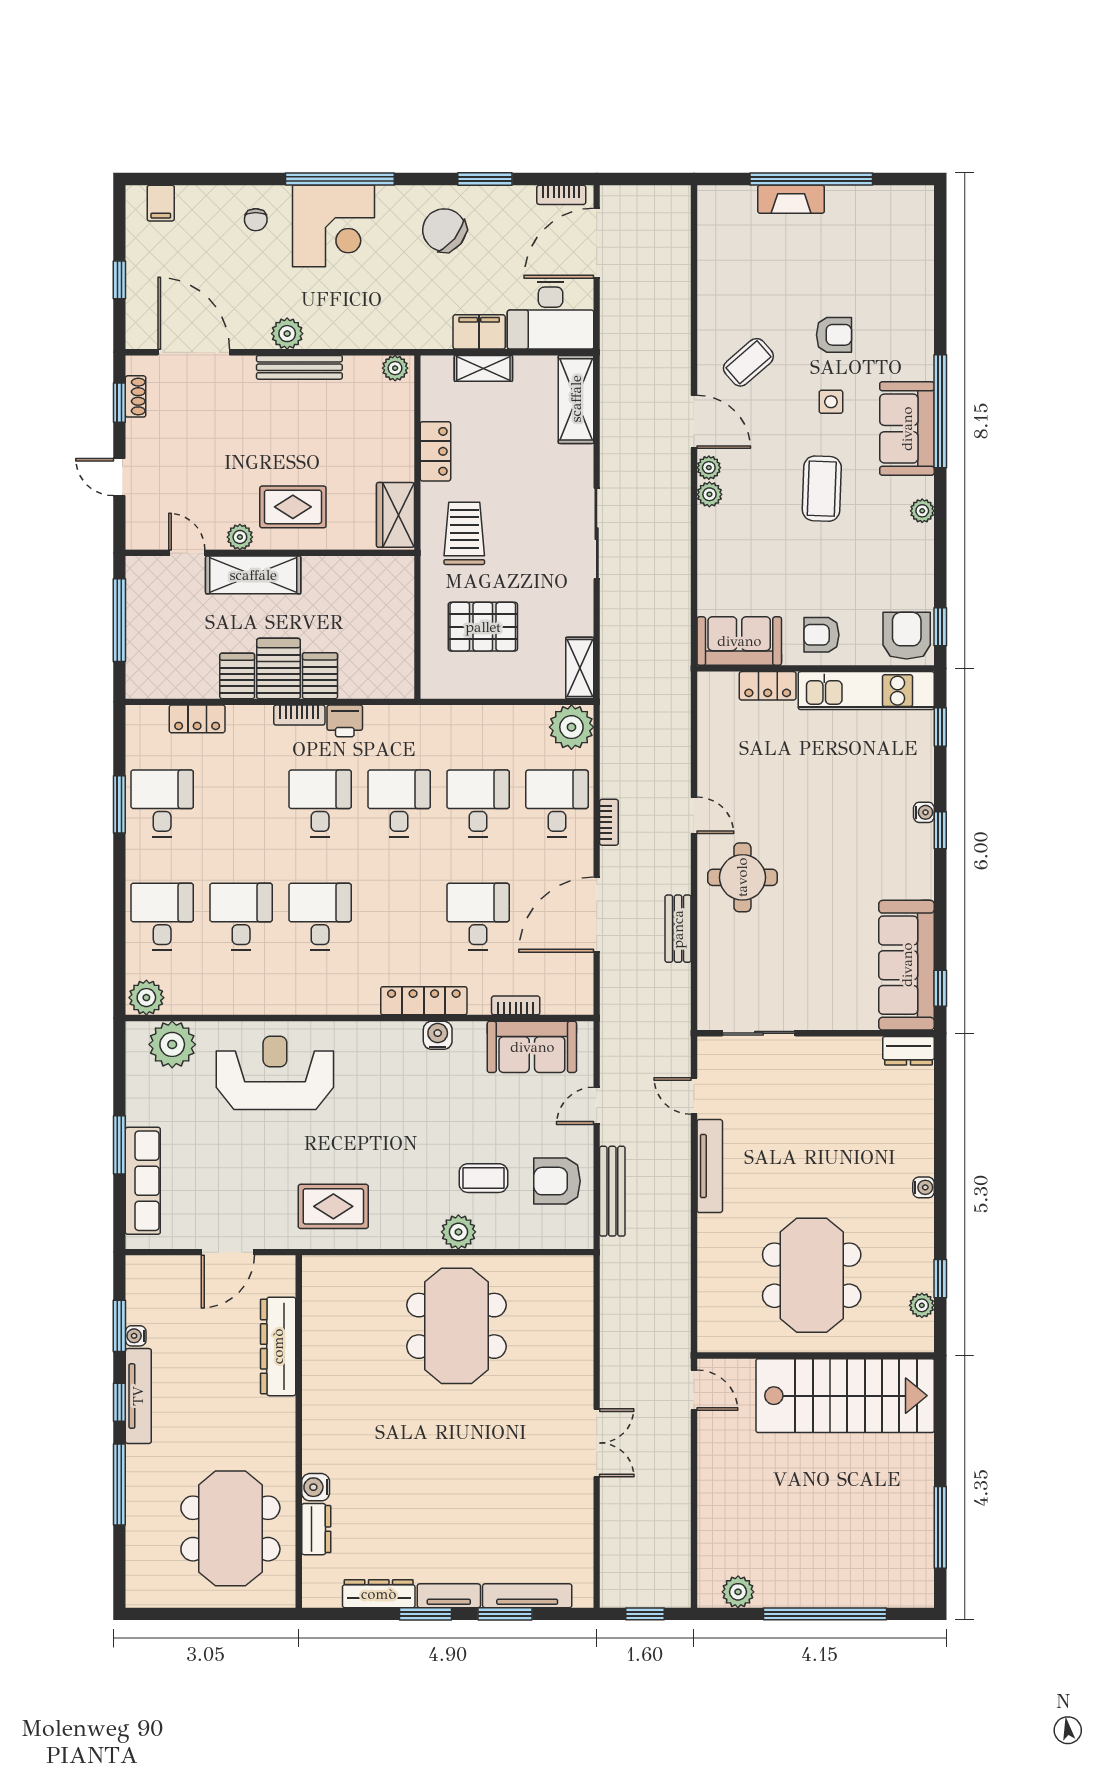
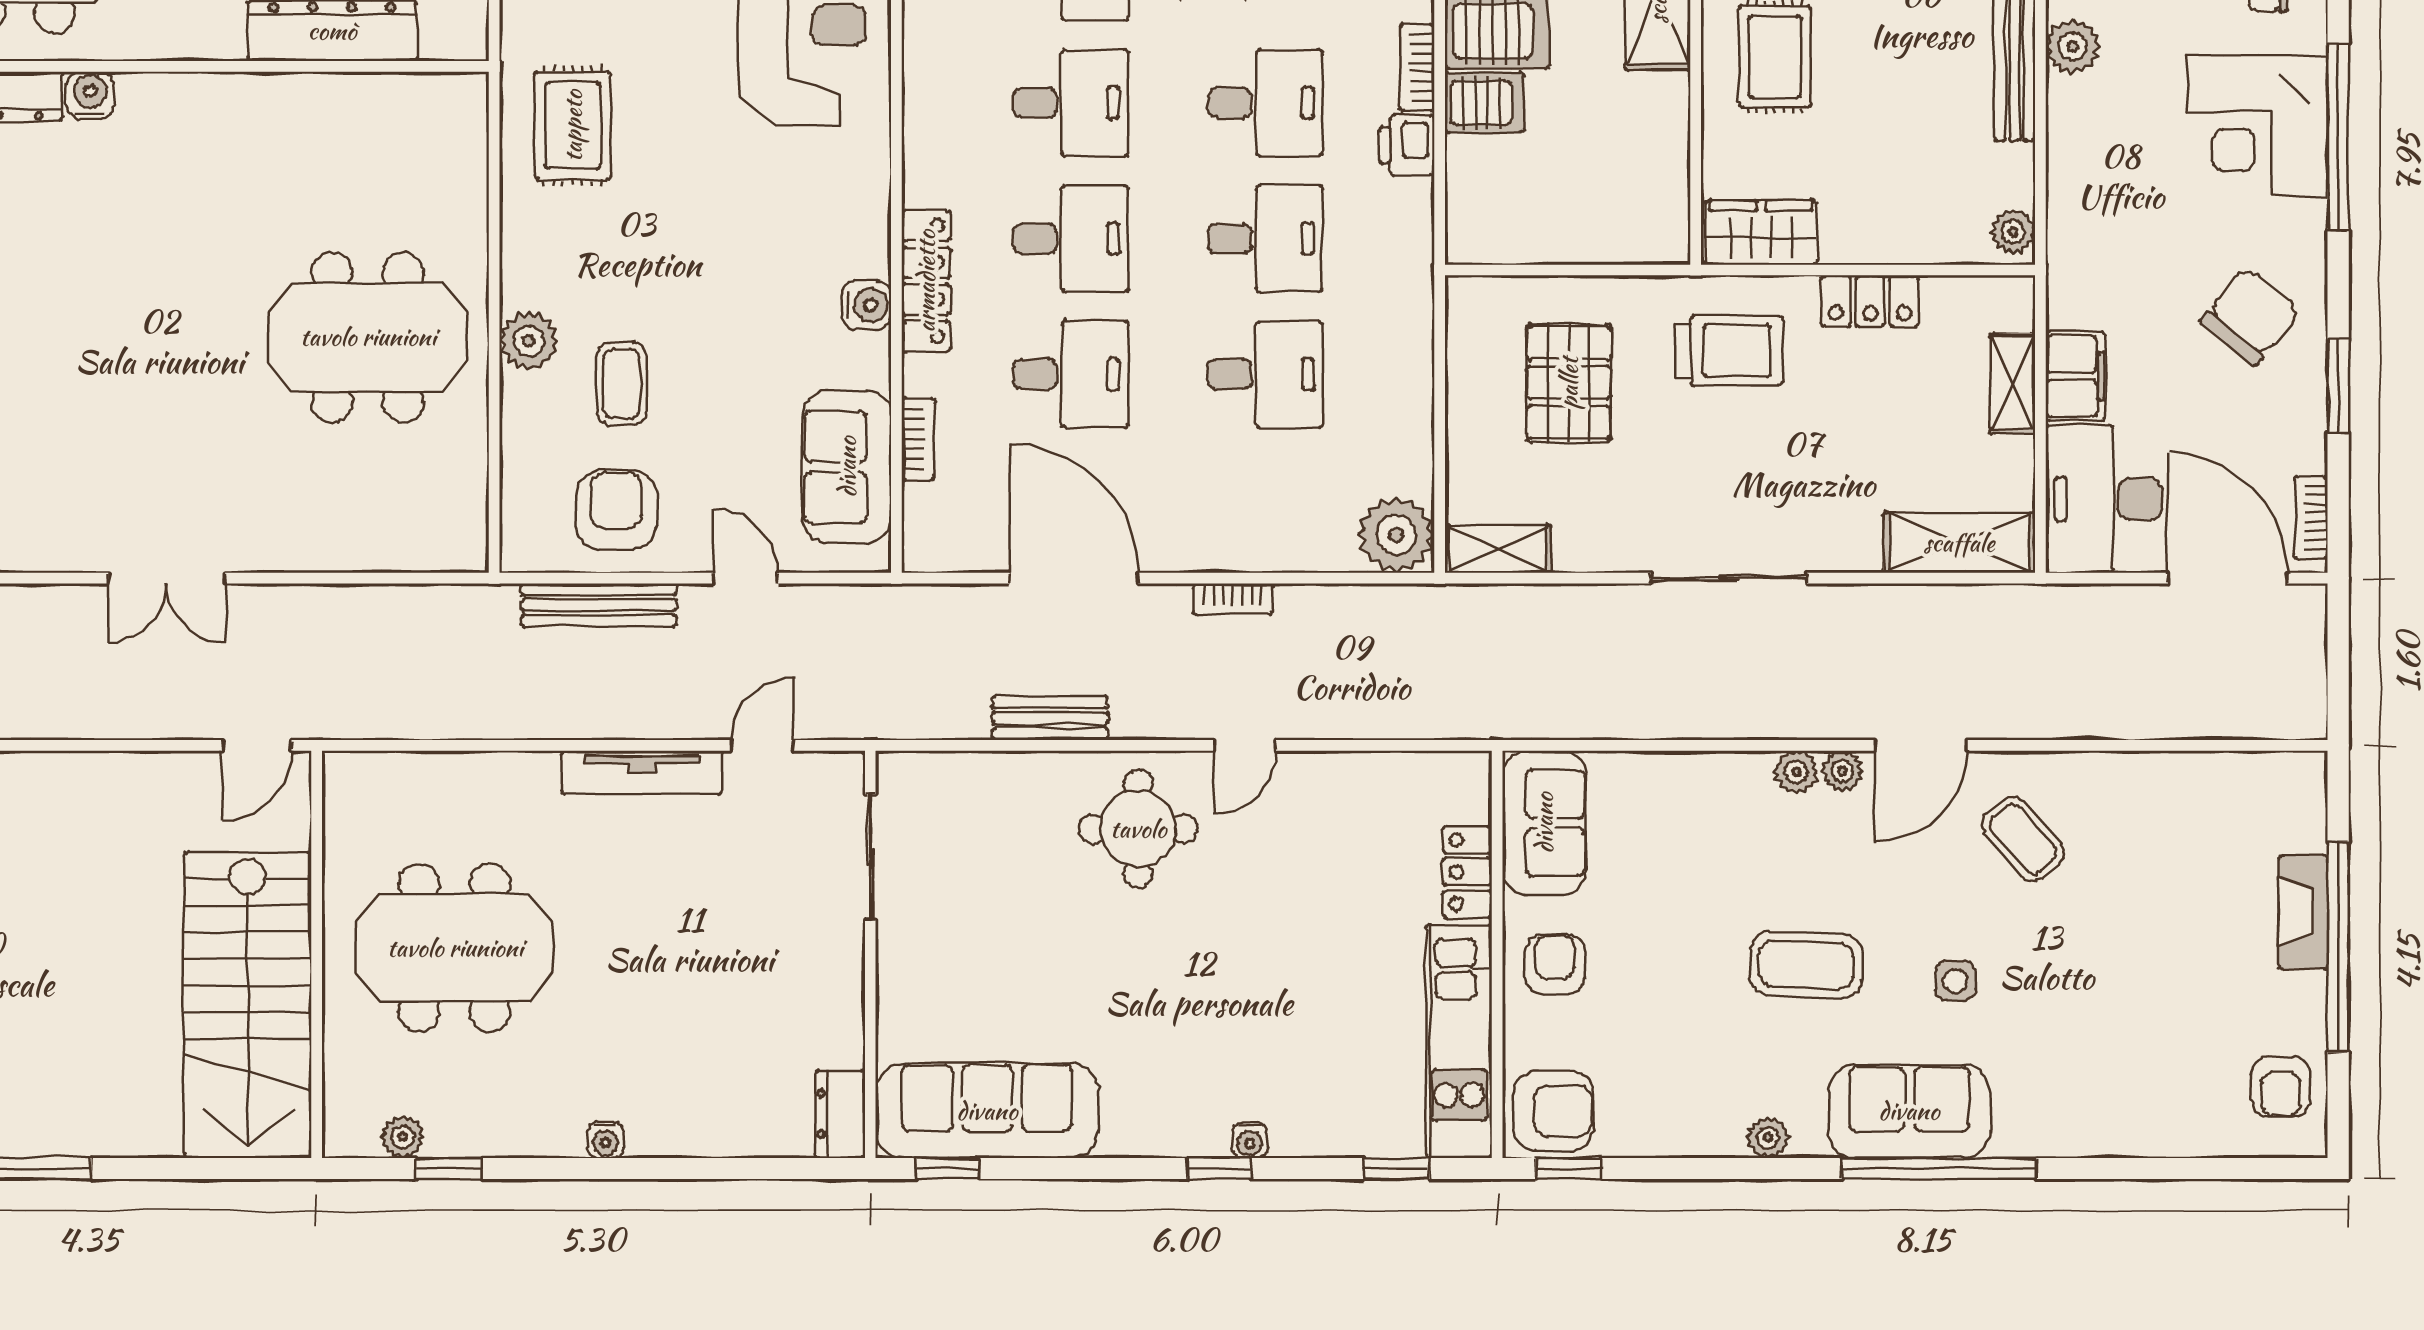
armchair: (834, 335) -> (2281, 1086), moved
desk: (557, 803) -> (1071, 239), moved

